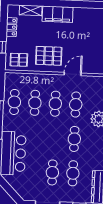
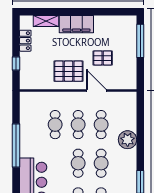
pallet: (19, 60) -> (103, 58), moved
door: (73, 74) -> (96, 90), hinge flipped
cafe table: (14, 102) -> (78, 163), moved

